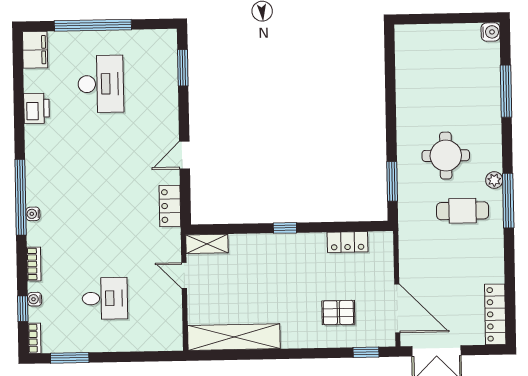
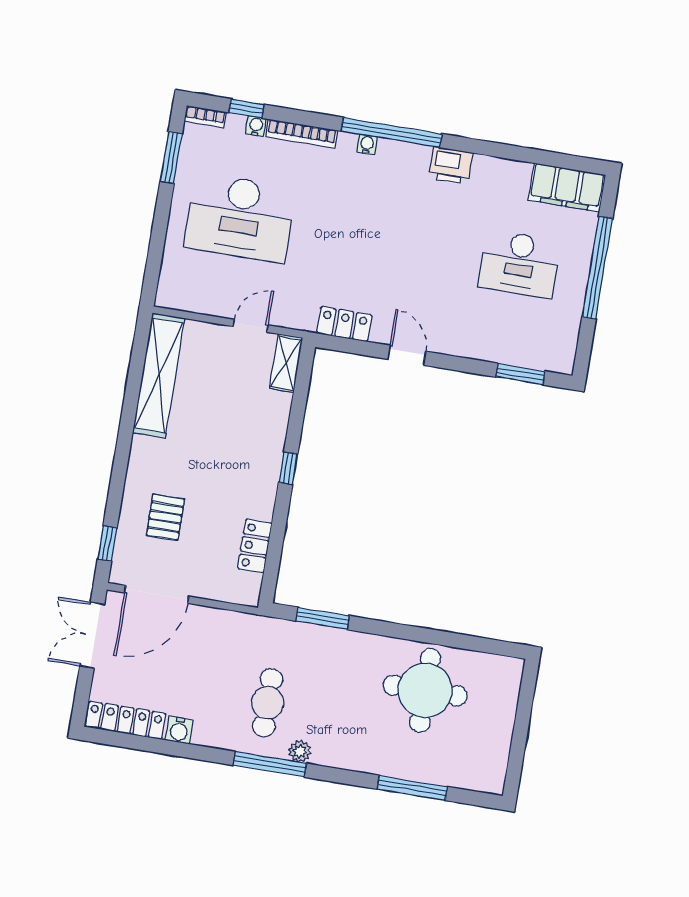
water cooler: (491, 32) -> (179, 730), moved
filing cabinet: (35, 50) -> (567, 187), width x1.50, depth x1.17
printer: (36, 108) -> (451, 166), moved
round table: (446, 156) -> (425, 690), moved, width x1.36, depth x1.36
bookcase: (34, 264) -> (302, 134), width x1.56
desk: (105, 298) -> (240, 218), width x1.87, depth x1.30

